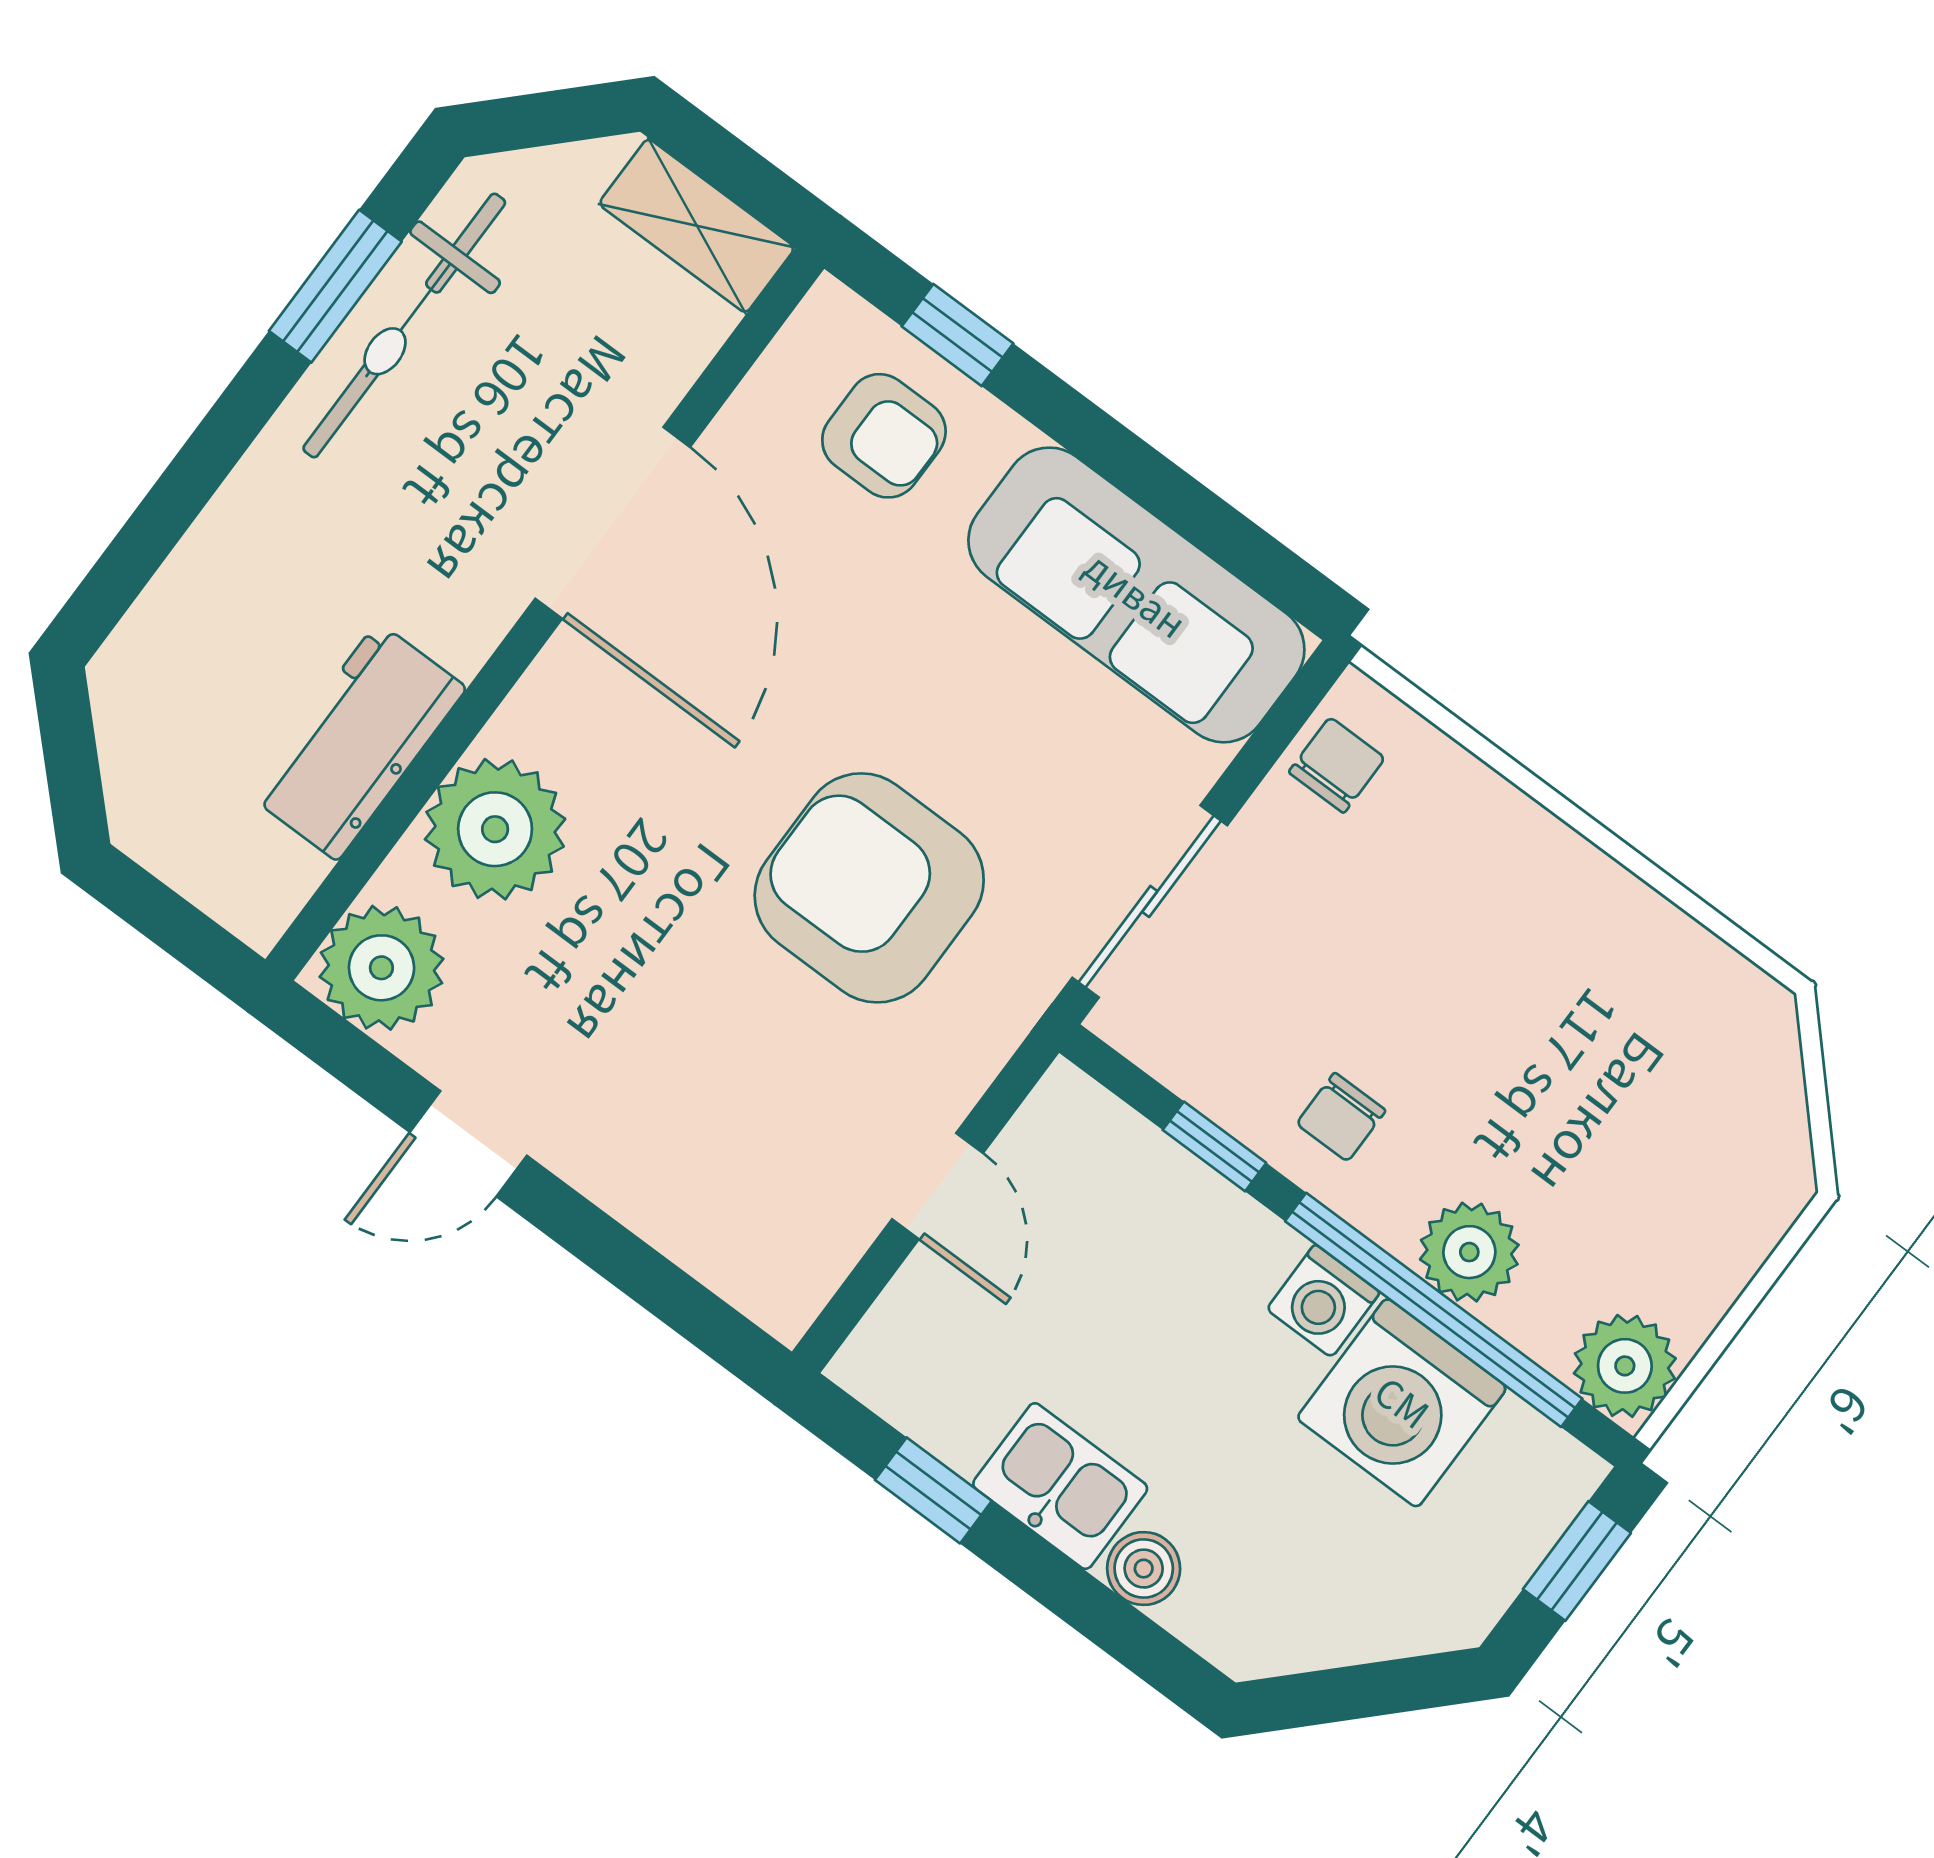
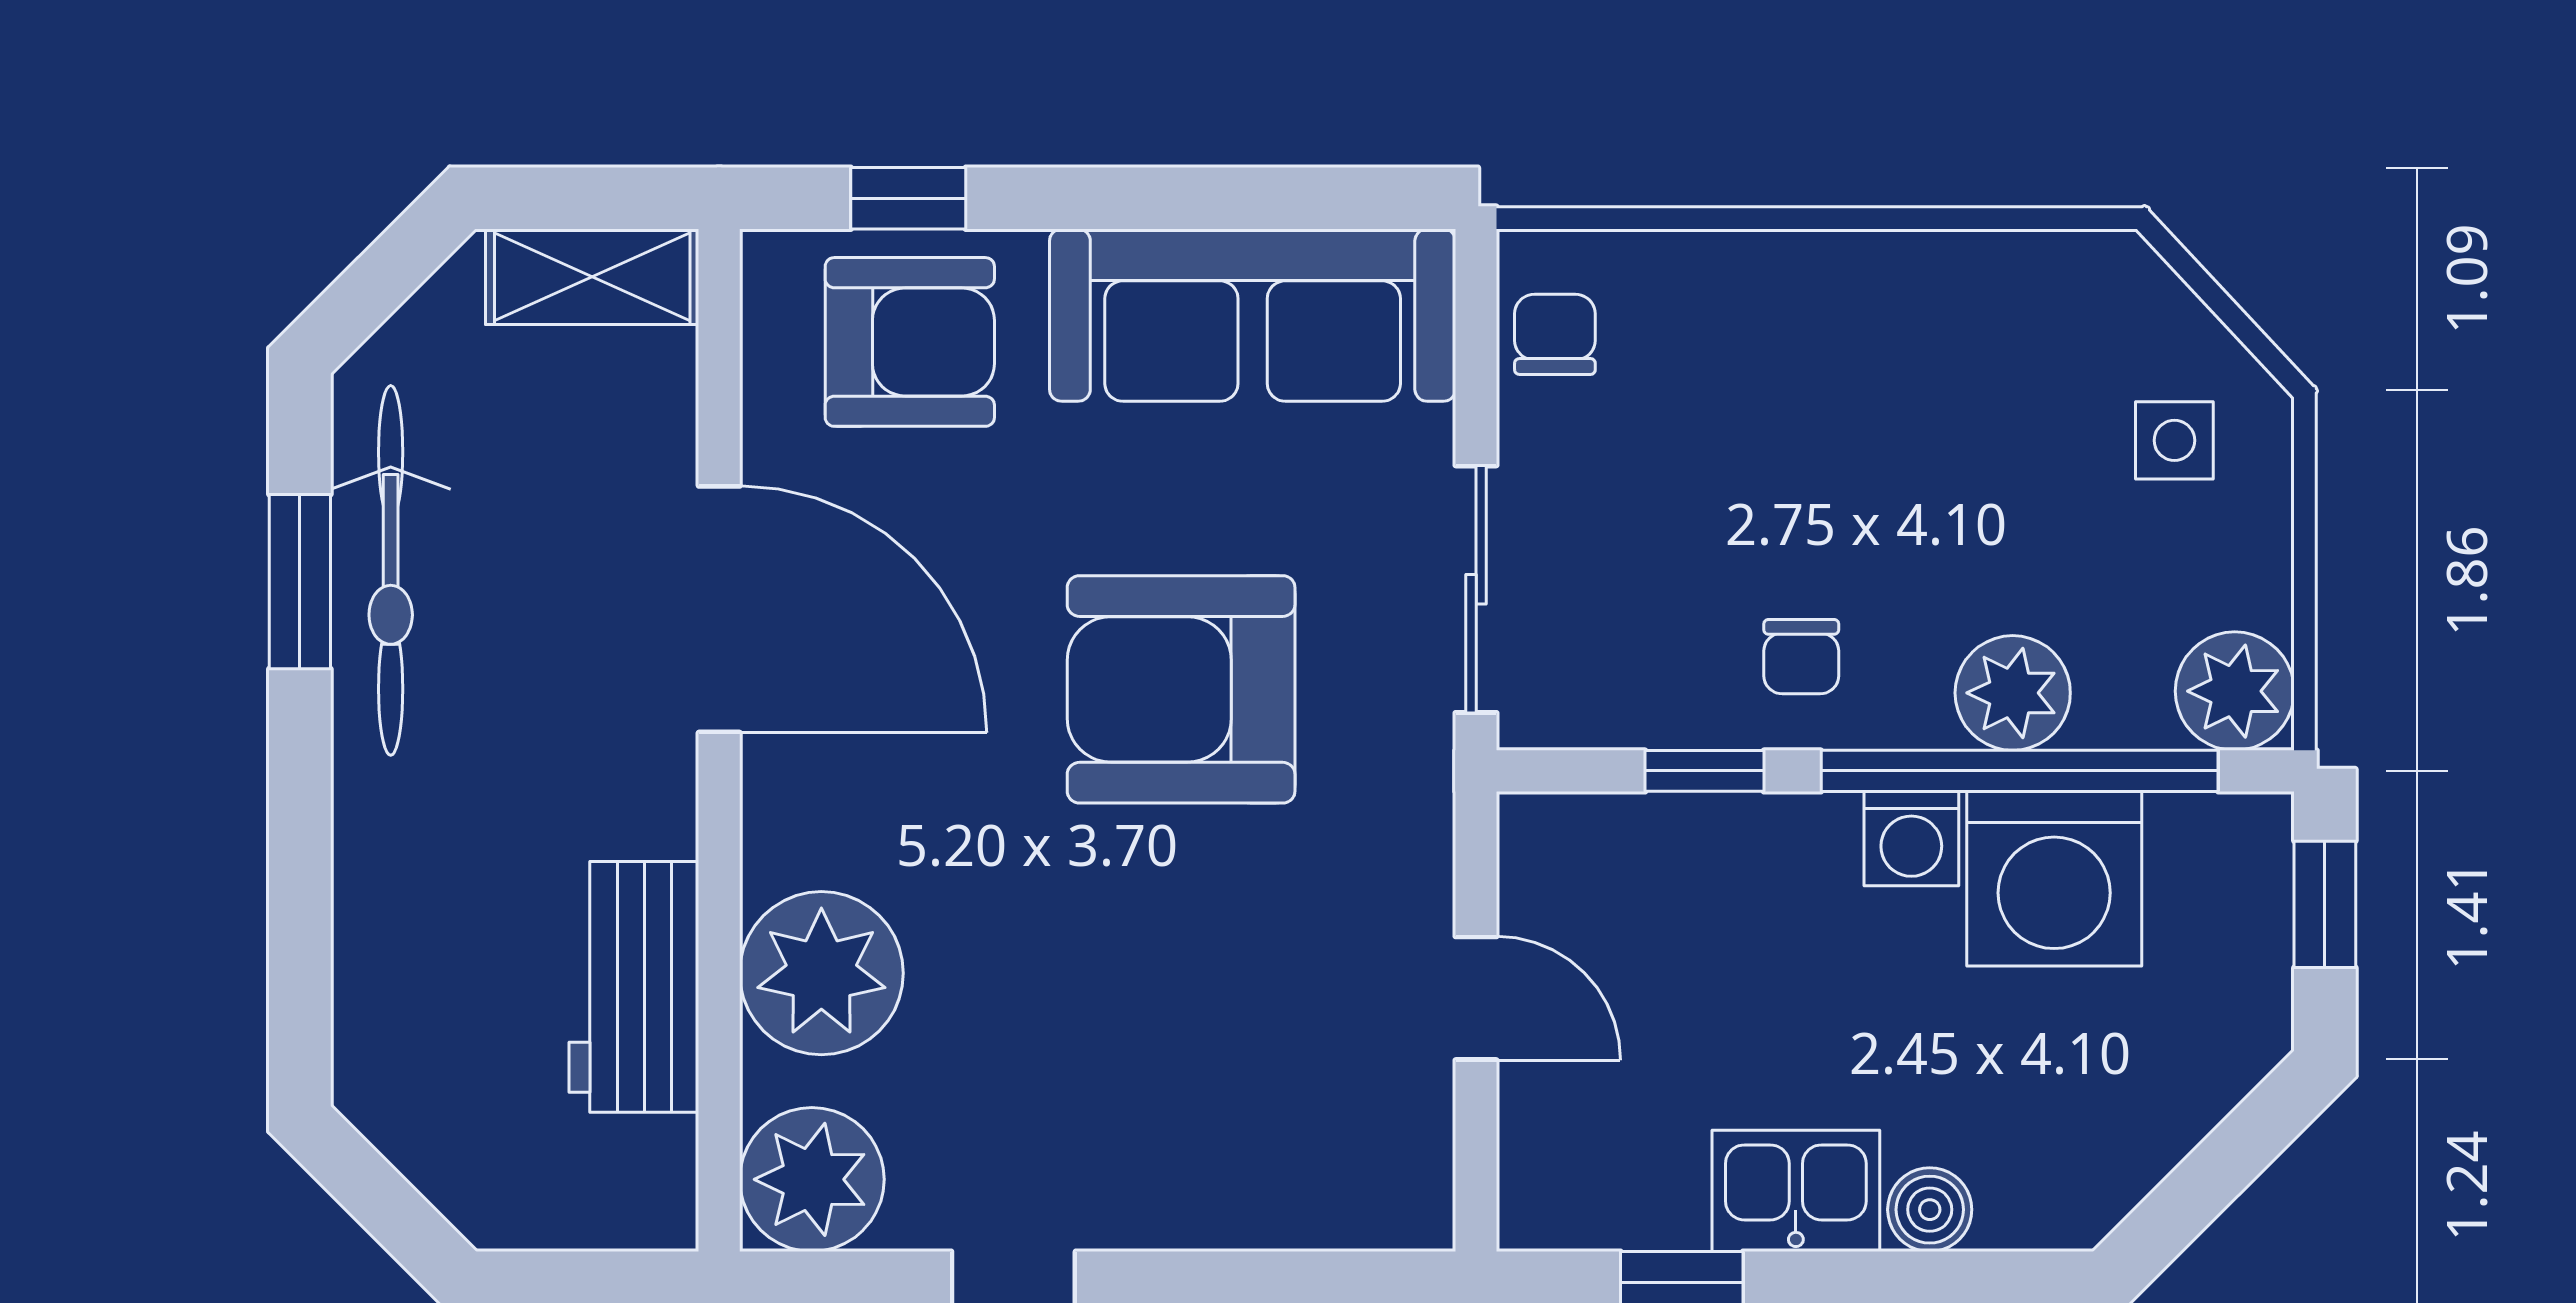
armchair: (884, 436) -> (910, 342), width x1.38, depth x1.38
armchair: (869, 888) -> (1181, 689), moved
side table: (1713, 1160) -> (2174, 440), added

